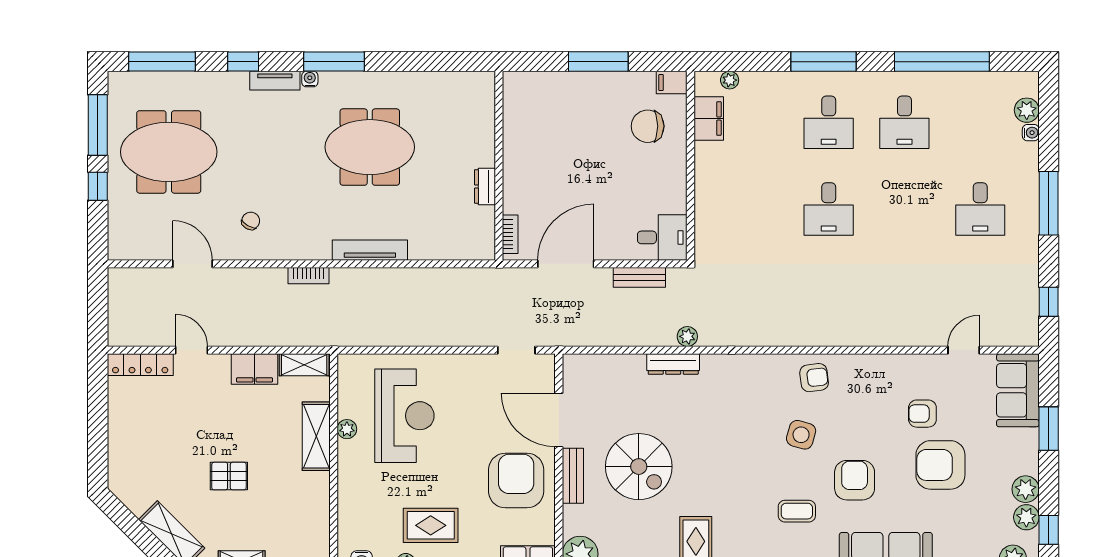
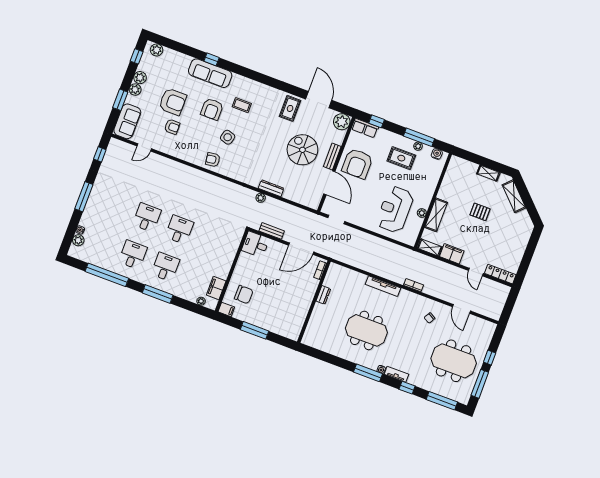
desk: (980, 209) -> (147, 217), moved
plant: (1026, 517) -> (135, 90), moved

